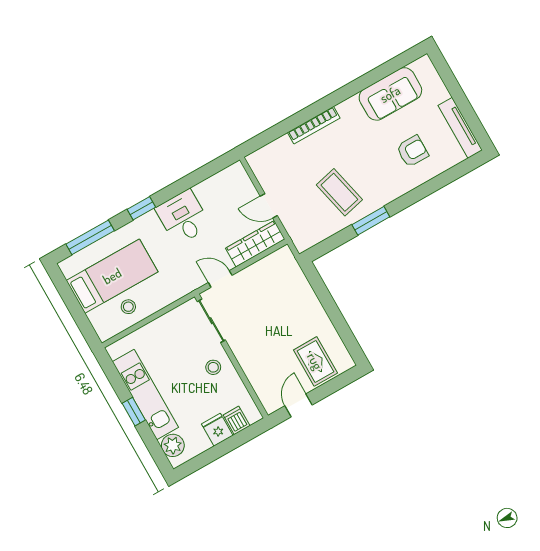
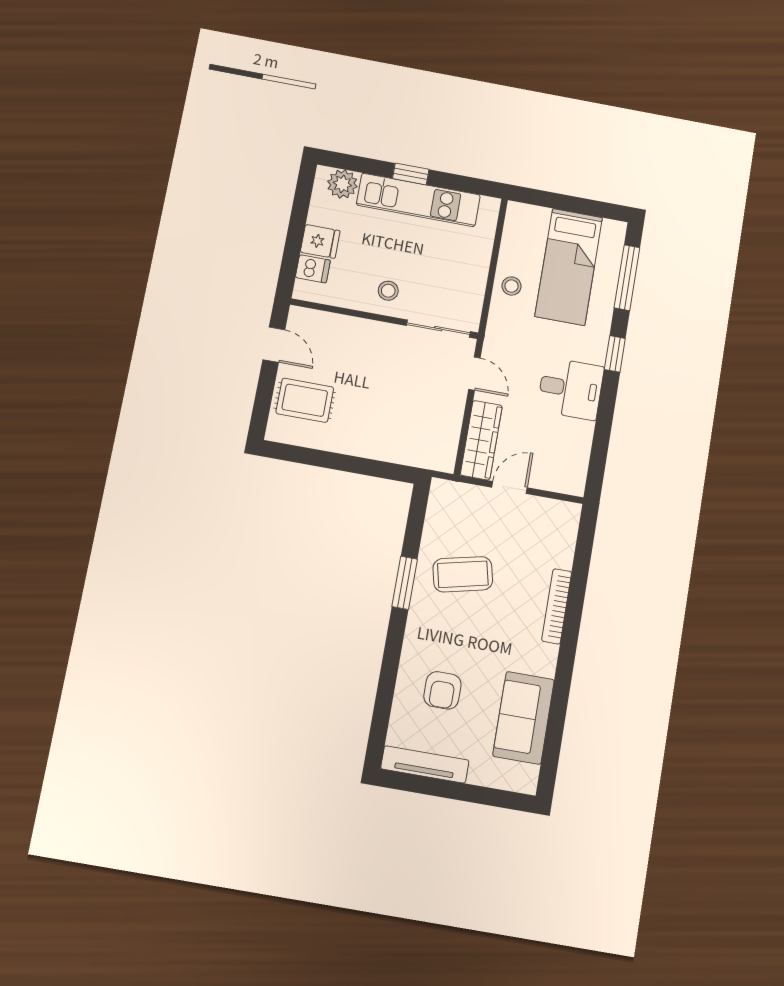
door: (220, 279) -> (474, 374), hinge flipped
stool: (128, 307) -> (512, 286), moved

